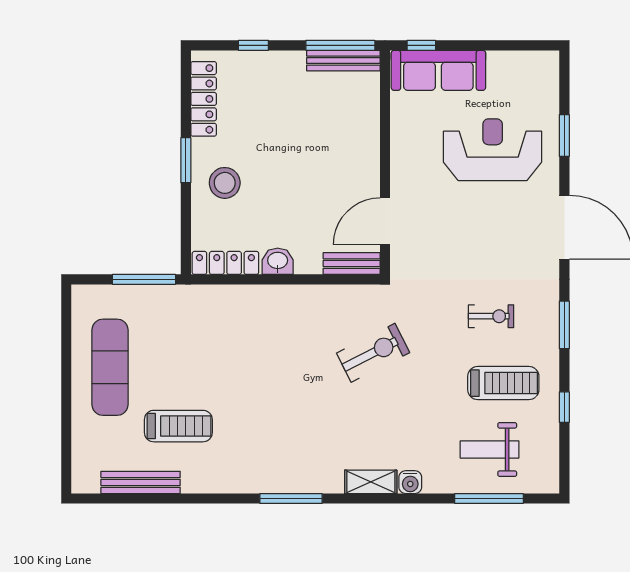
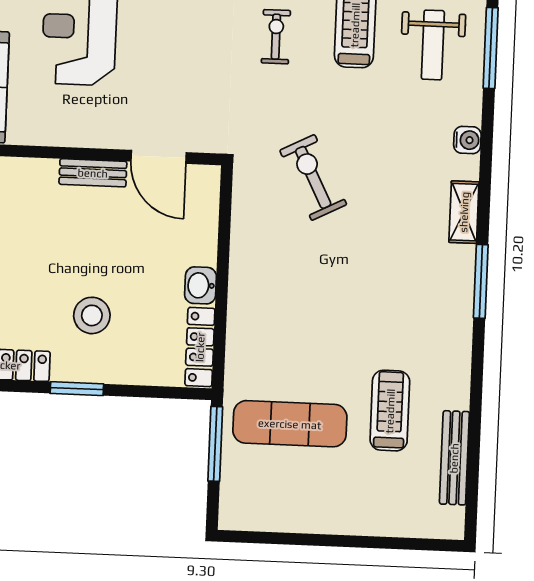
stool: (225, 183) -> (92, 315), moved
bench: (352, 264) -> (93, 173), moved, turned 90
exercise mat: (110, 367) -> (290, 424), moved
shelving: (371, 482) -> (464, 212), moved

